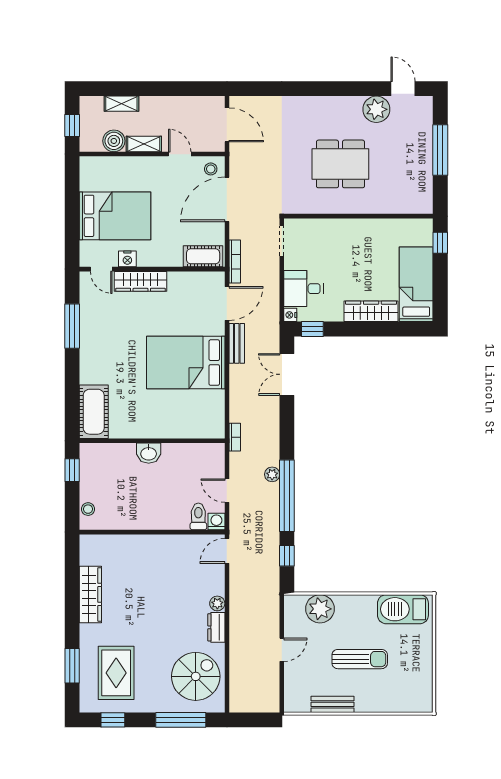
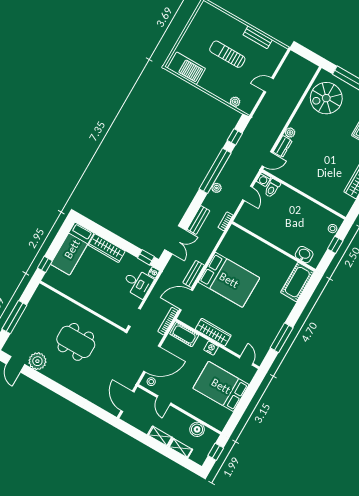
shelving: (144, 144) -> (160, 436), moved
nightstand: (127, 259) -> (211, 348), moved
wardrobe: (141, 281) -> (213, 332), moved
bench: (271, 418) -> (198, 220), added
washbasin: (149, 453) -> (304, 255), moved
window: (72, 470) -> (335, 245), moved
plant: (320, 609) -> (235, 102), width x0.53, depth x0.53
dresser: (216, 627) -> (283, 146), moved

